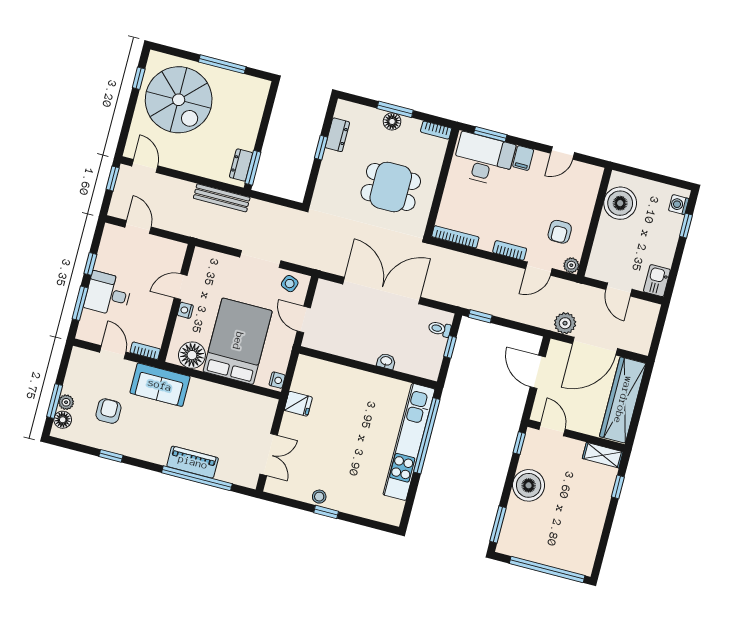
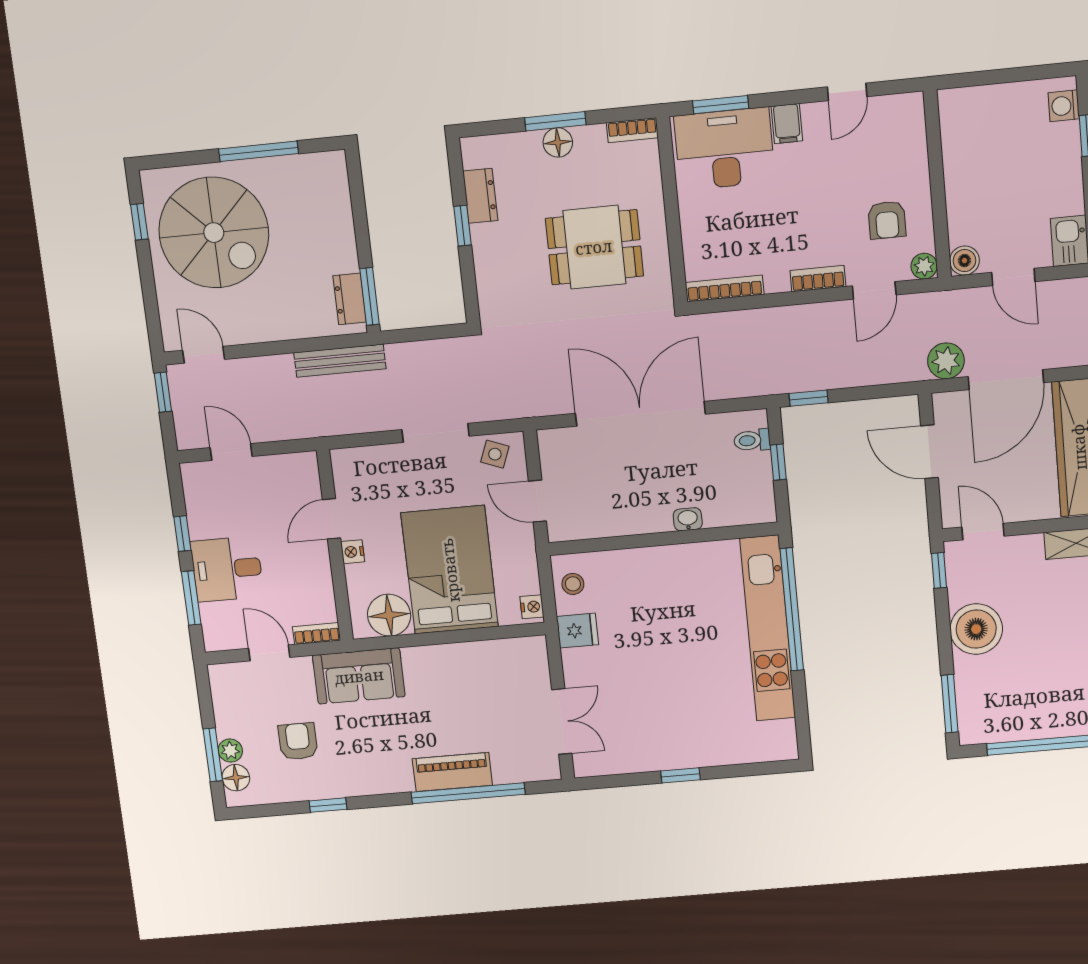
boiler: (620, 203) -> (964, 261), moved, width x0.54, depth x0.54
stool: (319, 497) -> (573, 584), moved

